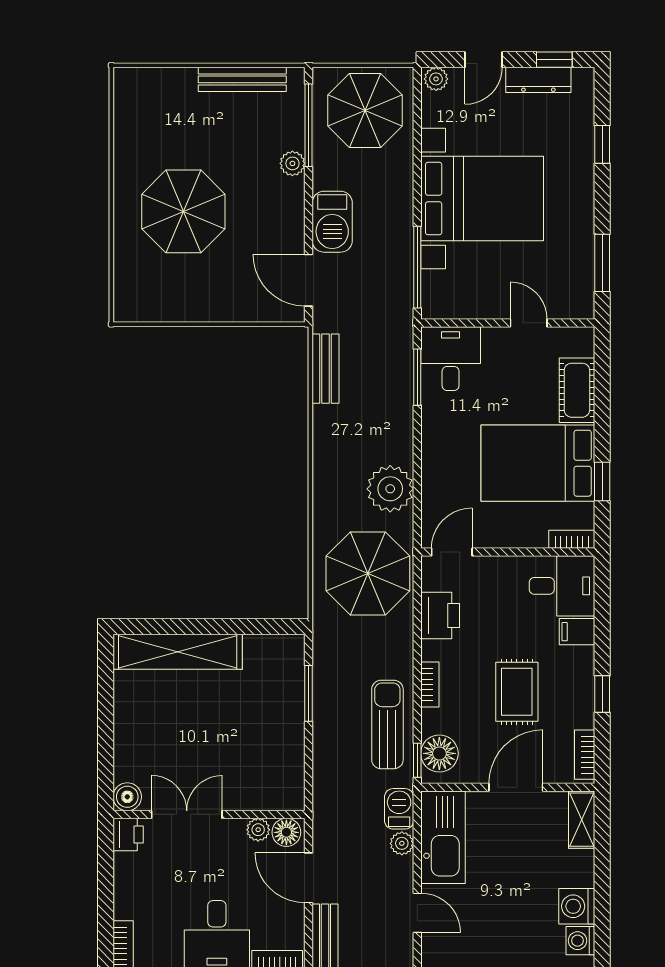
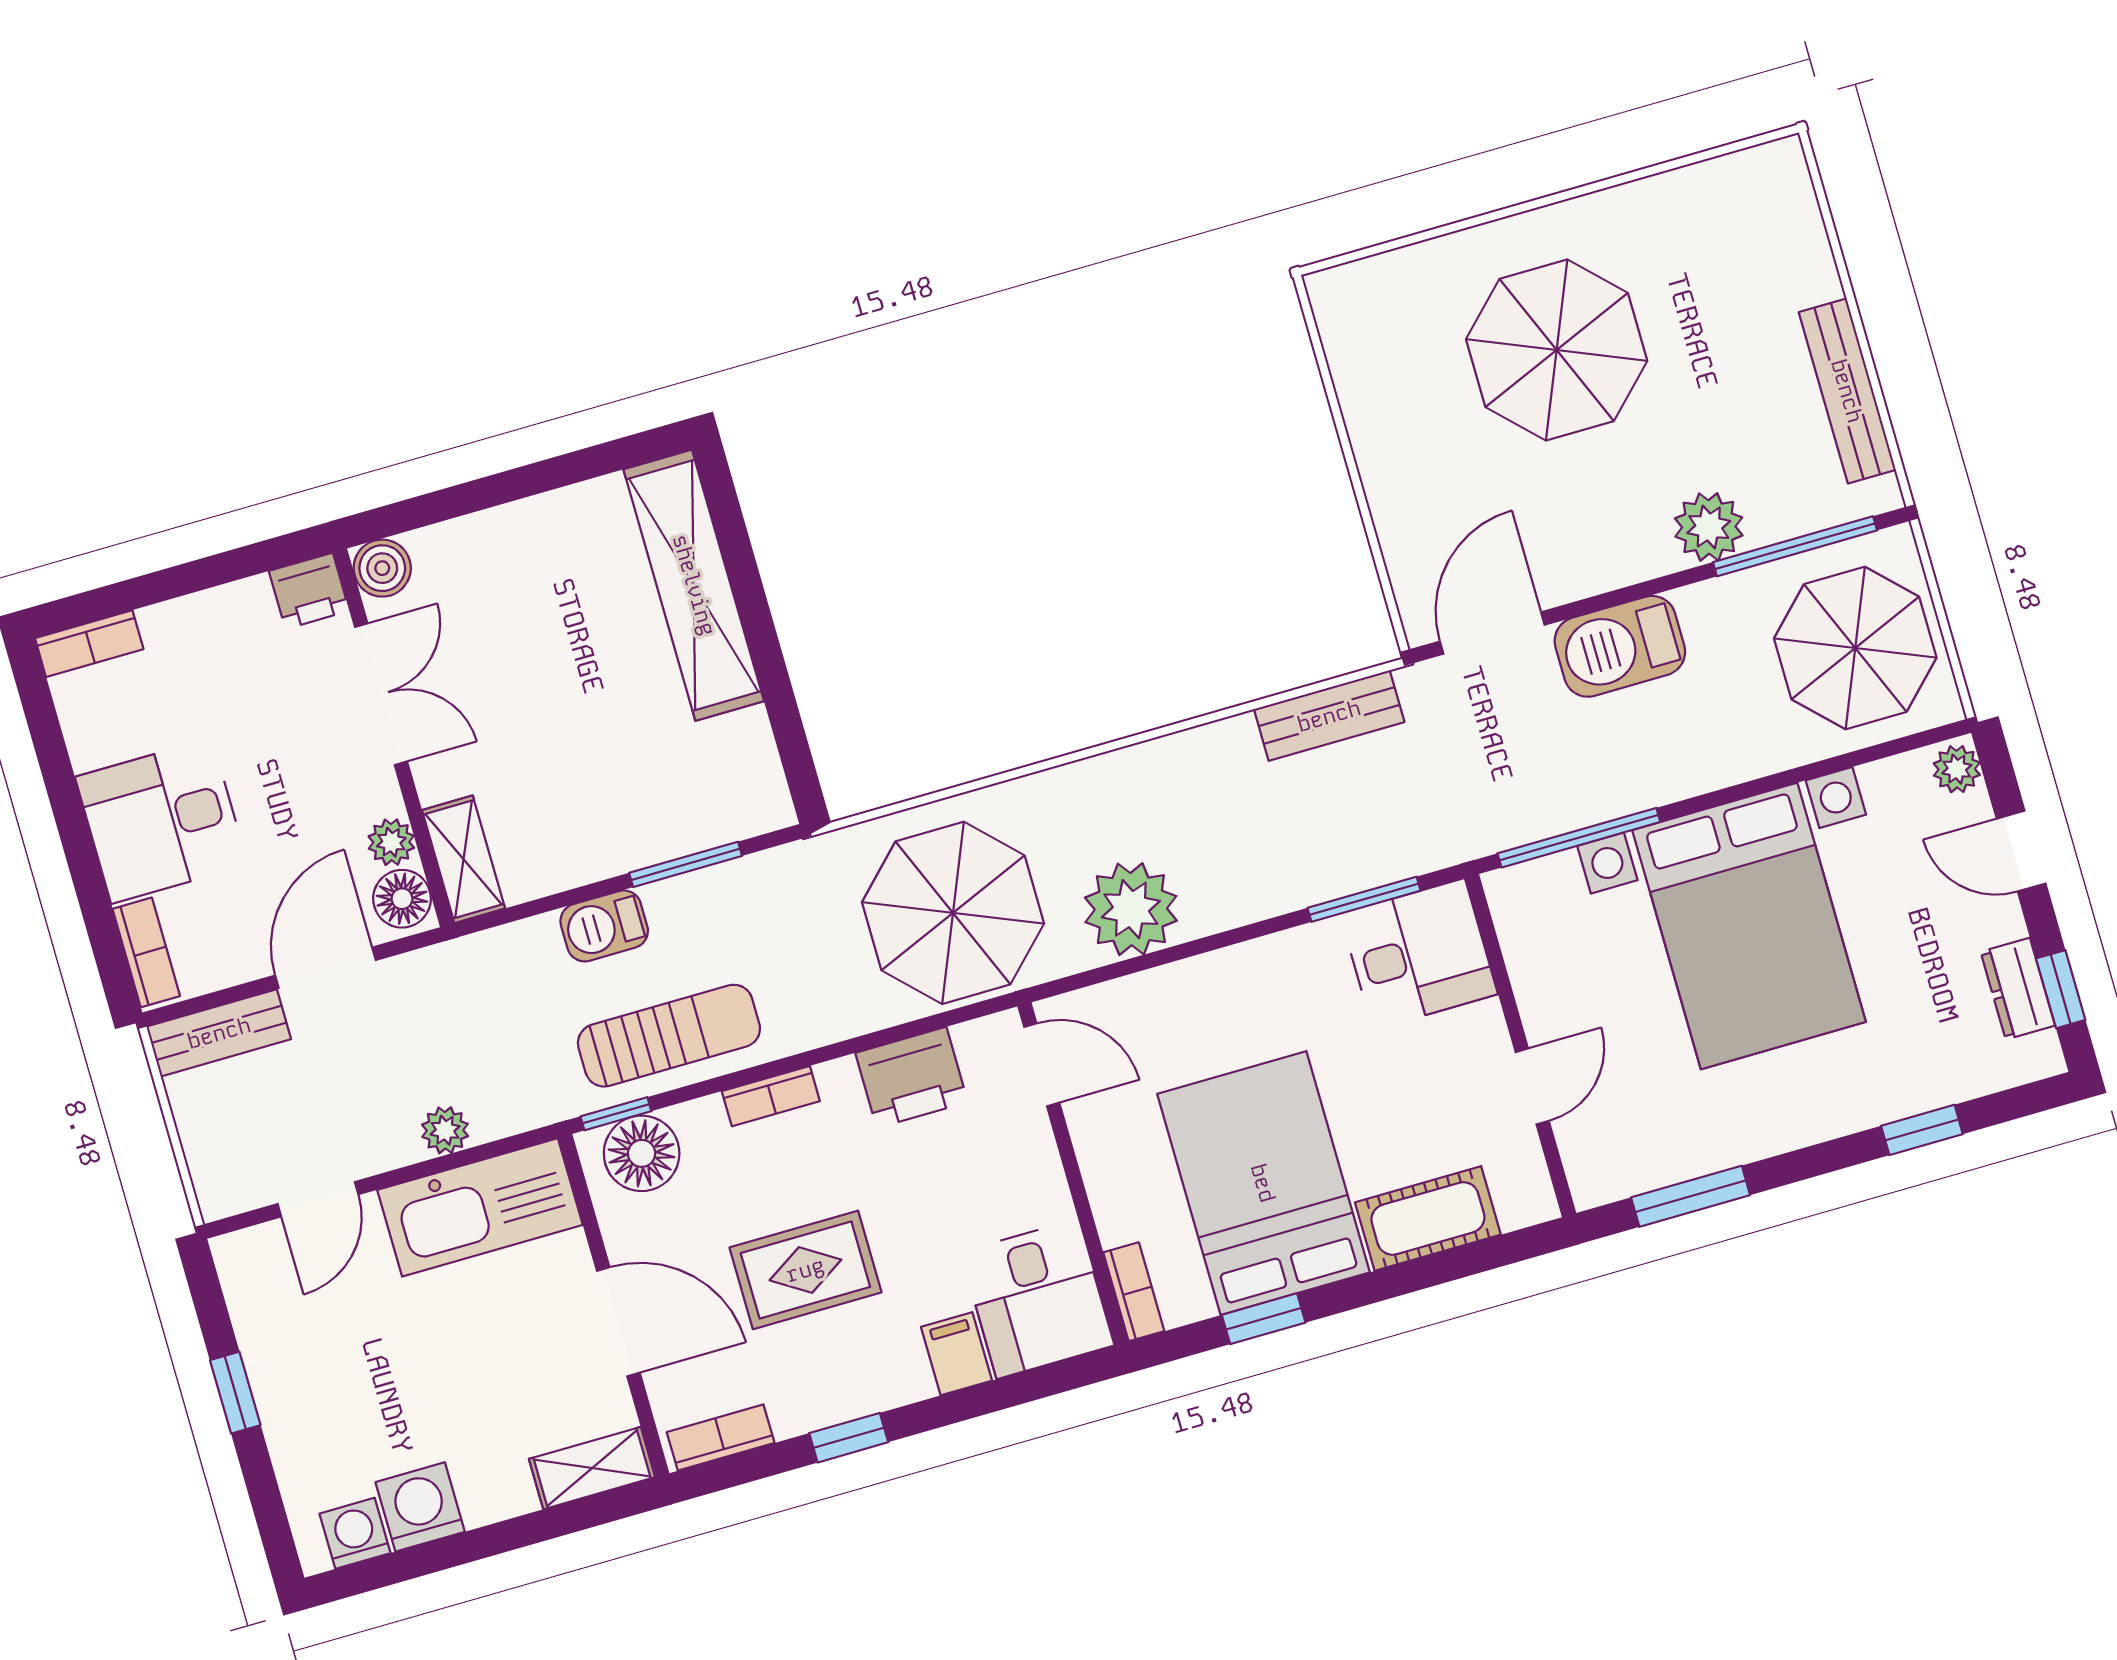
dresser: (538, 80) -> (2018, 989), width x0.70
plant: (292, 163) -> (1709, 527), width x1.38, depth x1.38
shelving: (276, 798) -> (464, 859), added
barbecue: (399, 809) -> (604, 926), moved, turned 180

